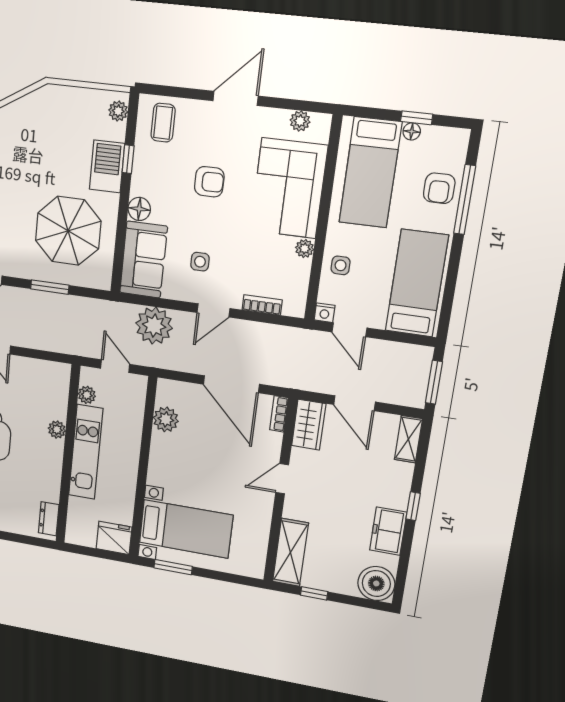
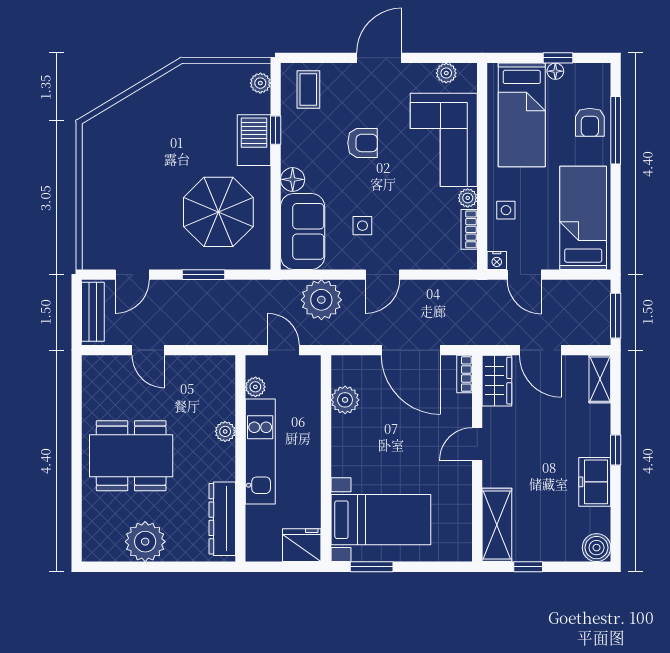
bookcase: (262, 305) -> (469, 229), moved, turned -90
dresser: (49, 519) -> (222, 519), width x1.96, depth x1.24
boiler: (376, 583) -> (597, 548), width x0.73, depth x0.73

